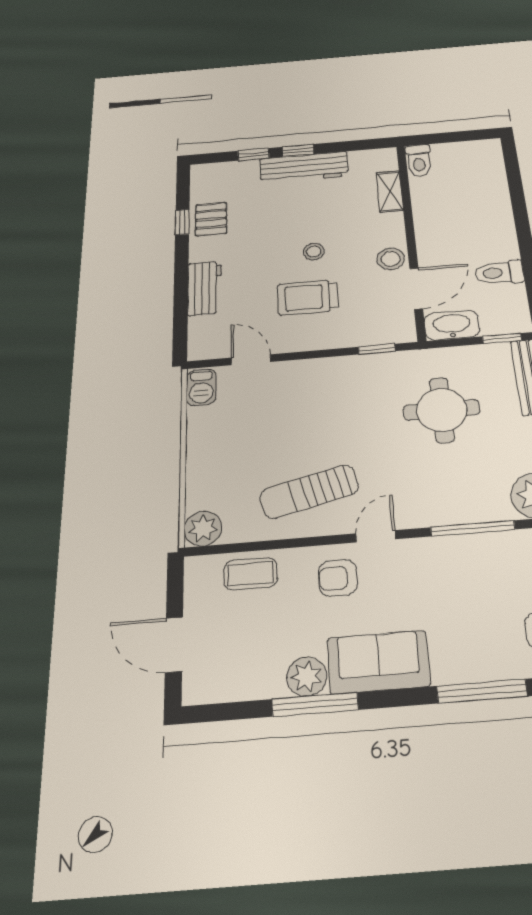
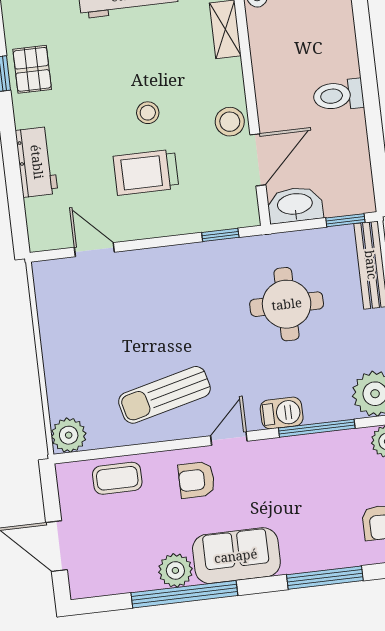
toilet: (499, 273) -> (338, 95), moved
barbecue: (201, 387) -> (282, 413), moved, turned -90
window: (315, 704) -> (184, 594), width x1.46

